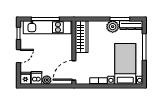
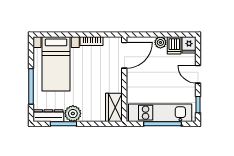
wardrobe: (82, 37) -> (114, 107), width x0.67
door: (19, 56) -> (198, 74), hinge flipped

